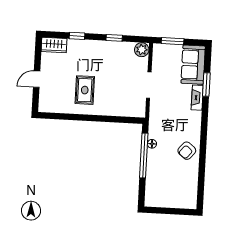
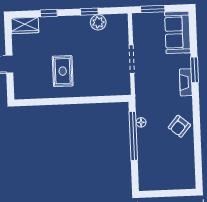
plant: (142, 50) -> (98, 22), moved
window: (206, 85) -> (195, 70), moved
fireplace: (197, 98) -> (186, 82), moved

